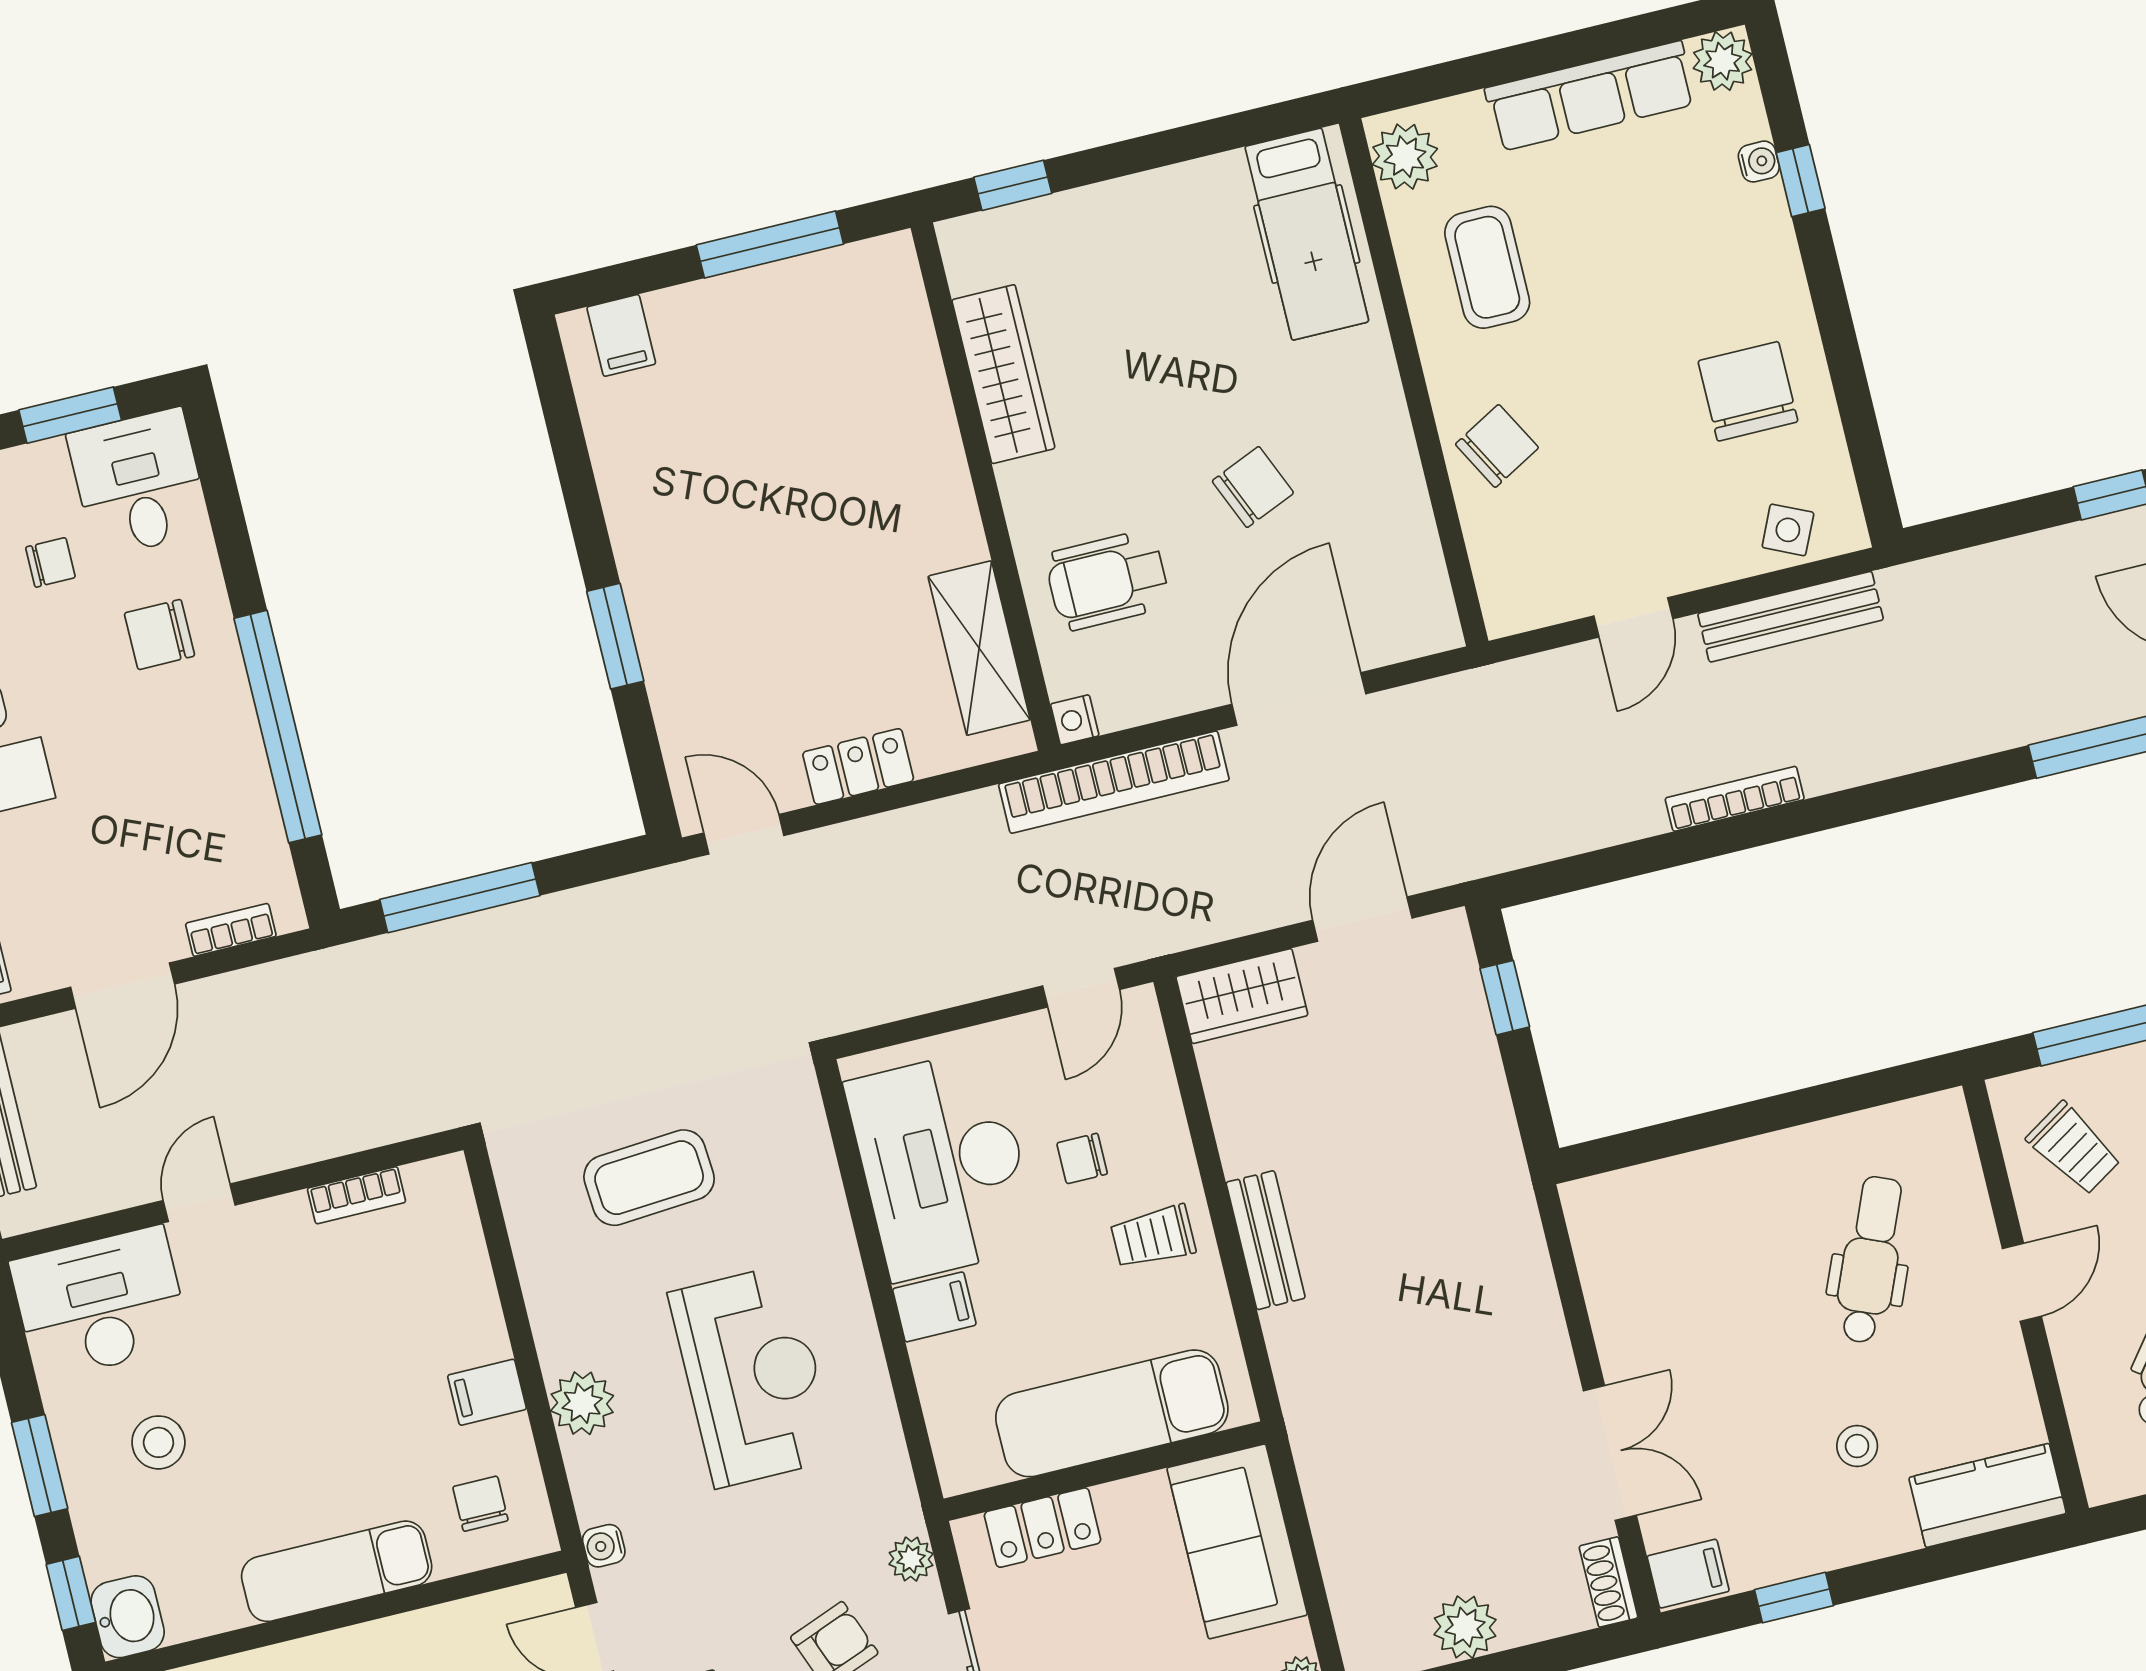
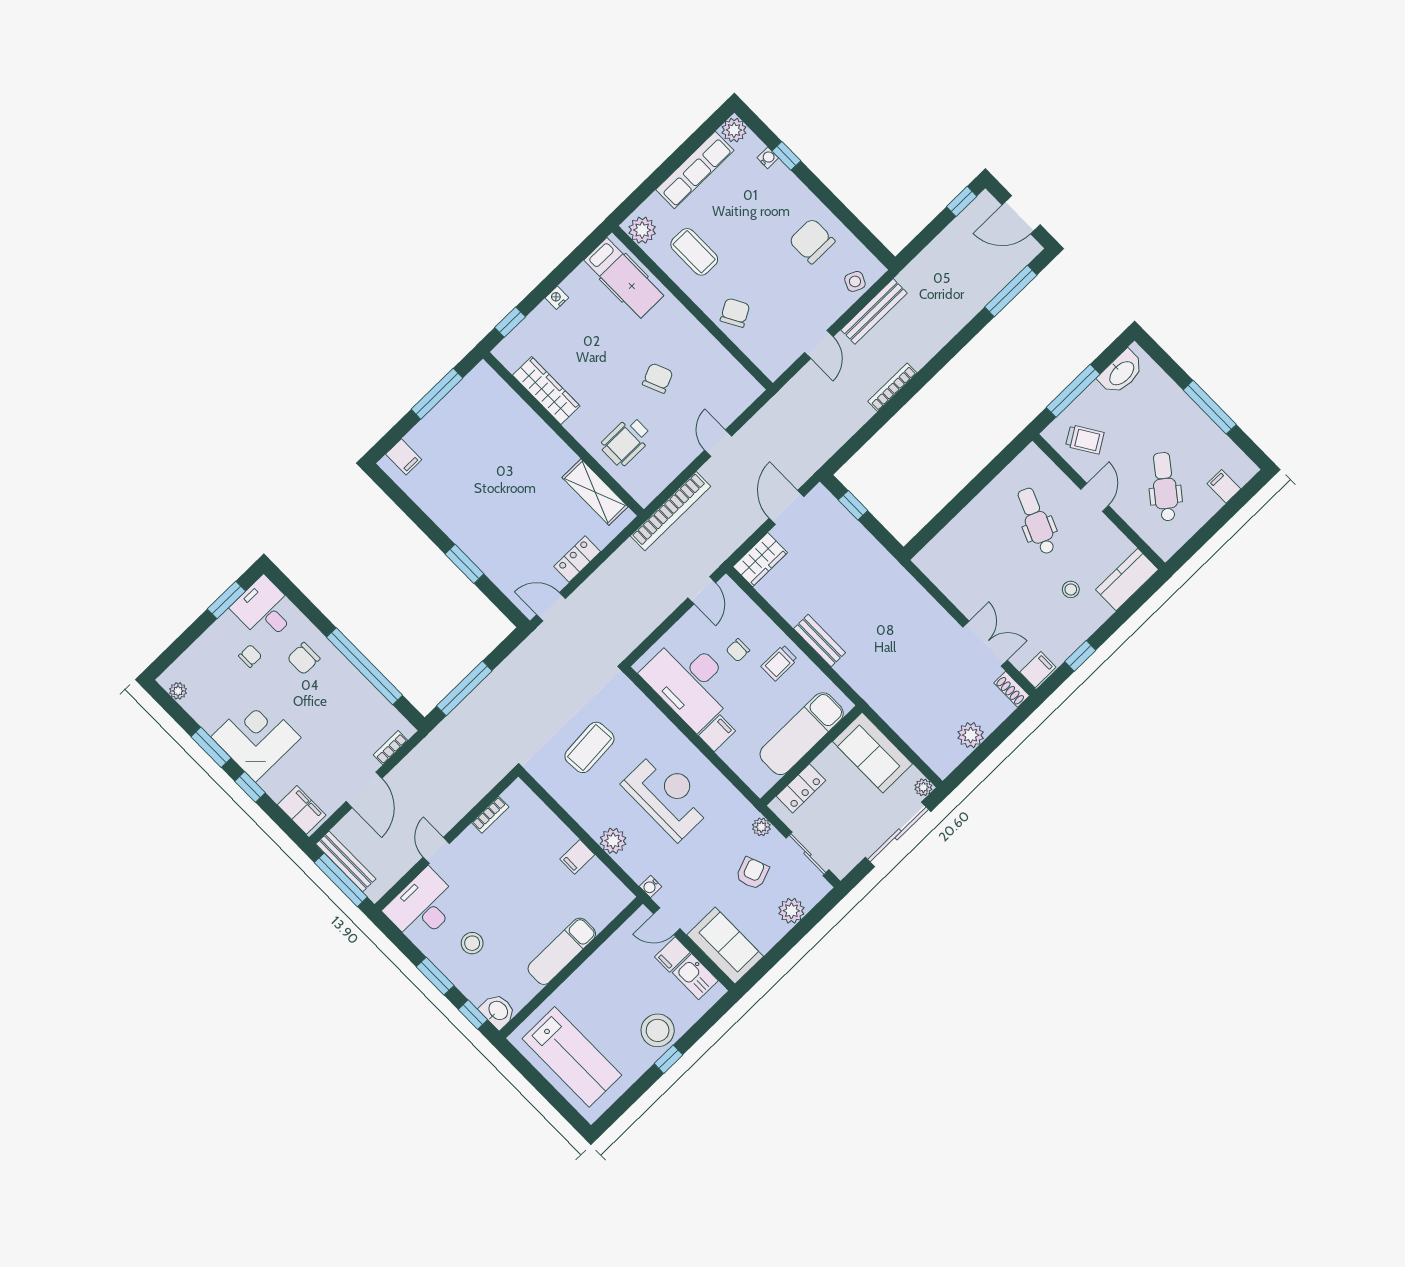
door: (1299, 699) -> (718, 443), width x0.53
nightstand: (1075, 720) -> (557, 298), moved, turned 90
chair: (480, 1504) -> (598, 897), removed

